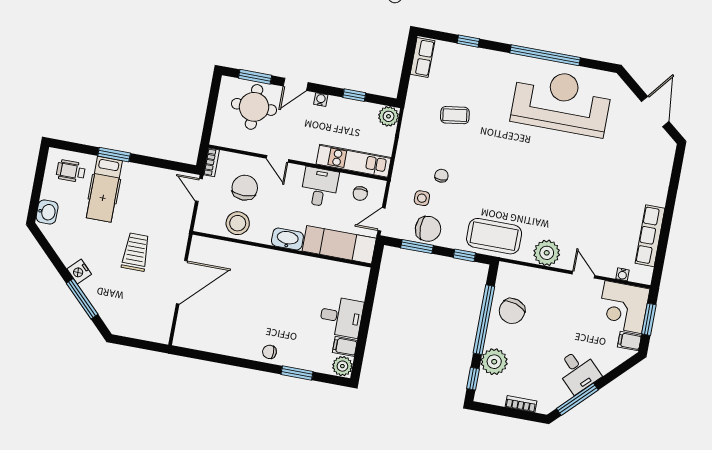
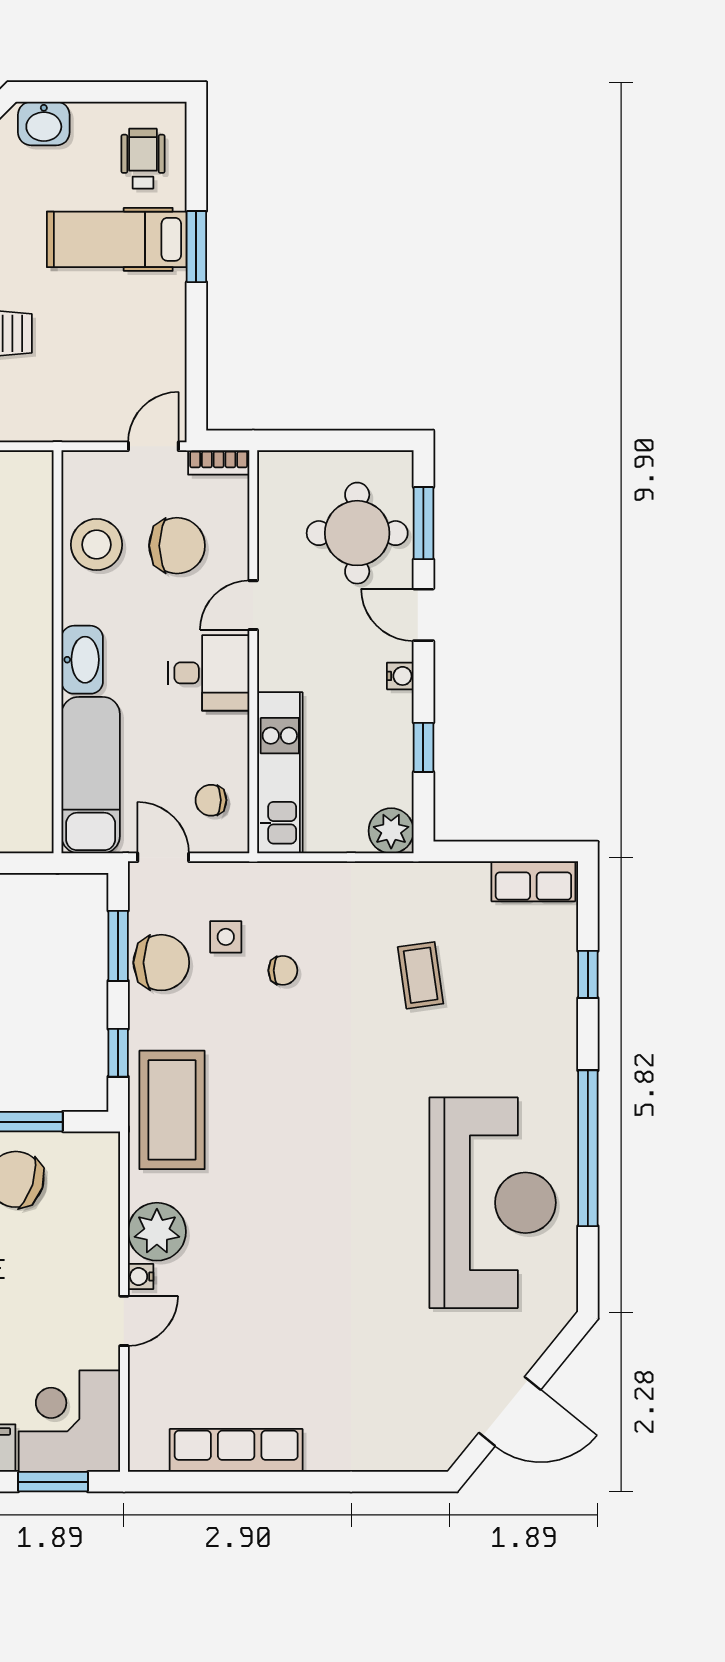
desk: (320, 187) -> (209, 673), moved
chair: (428, 229) -> (161, 963), turned -90
water cooler: (623, 274) -> (141, 1276), moved

